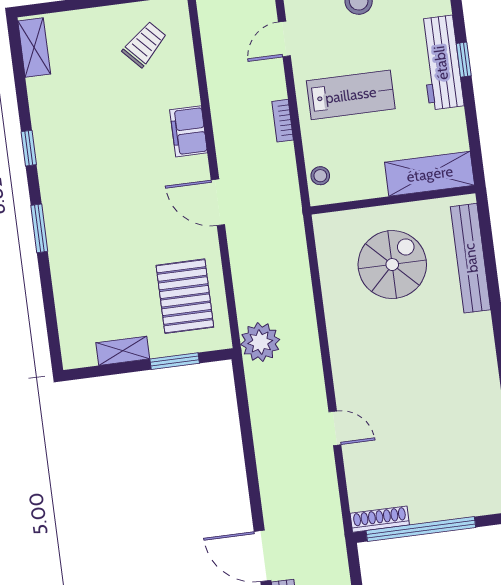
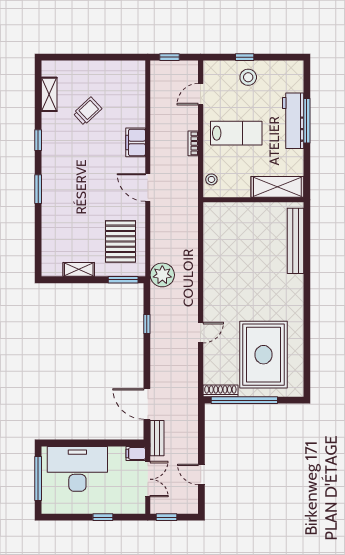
trolley: (145, 44) -> (88, 111), moved
shelving: (34, 47) -> (49, 94), moved
window: (464, 60) -> (307, 121), width x2.17
spiral stairs: (392, 265) -> (248, 239), removed
window: (175, 361) -> (123, 280), moved
window: (246, 425) -> (147, 324), added
door: (335, 428) -> (201, 333), hinge flipped
rug: (442, 451) -> (263, 355), added

